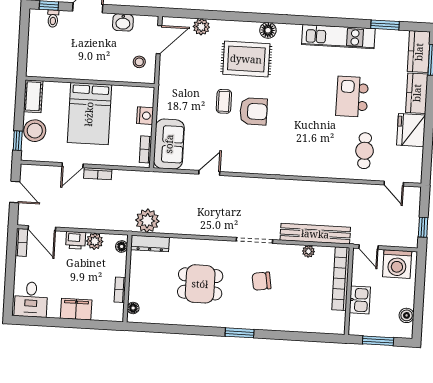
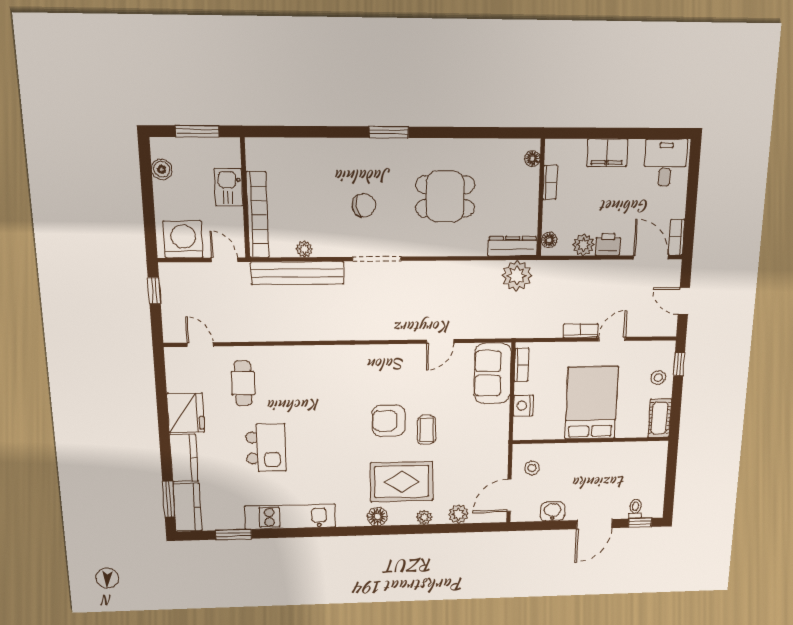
plant: (230, 26) -> (424, 517), added
stool: (35, 131) -> (658, 378), width x0.53, depth x0.53

